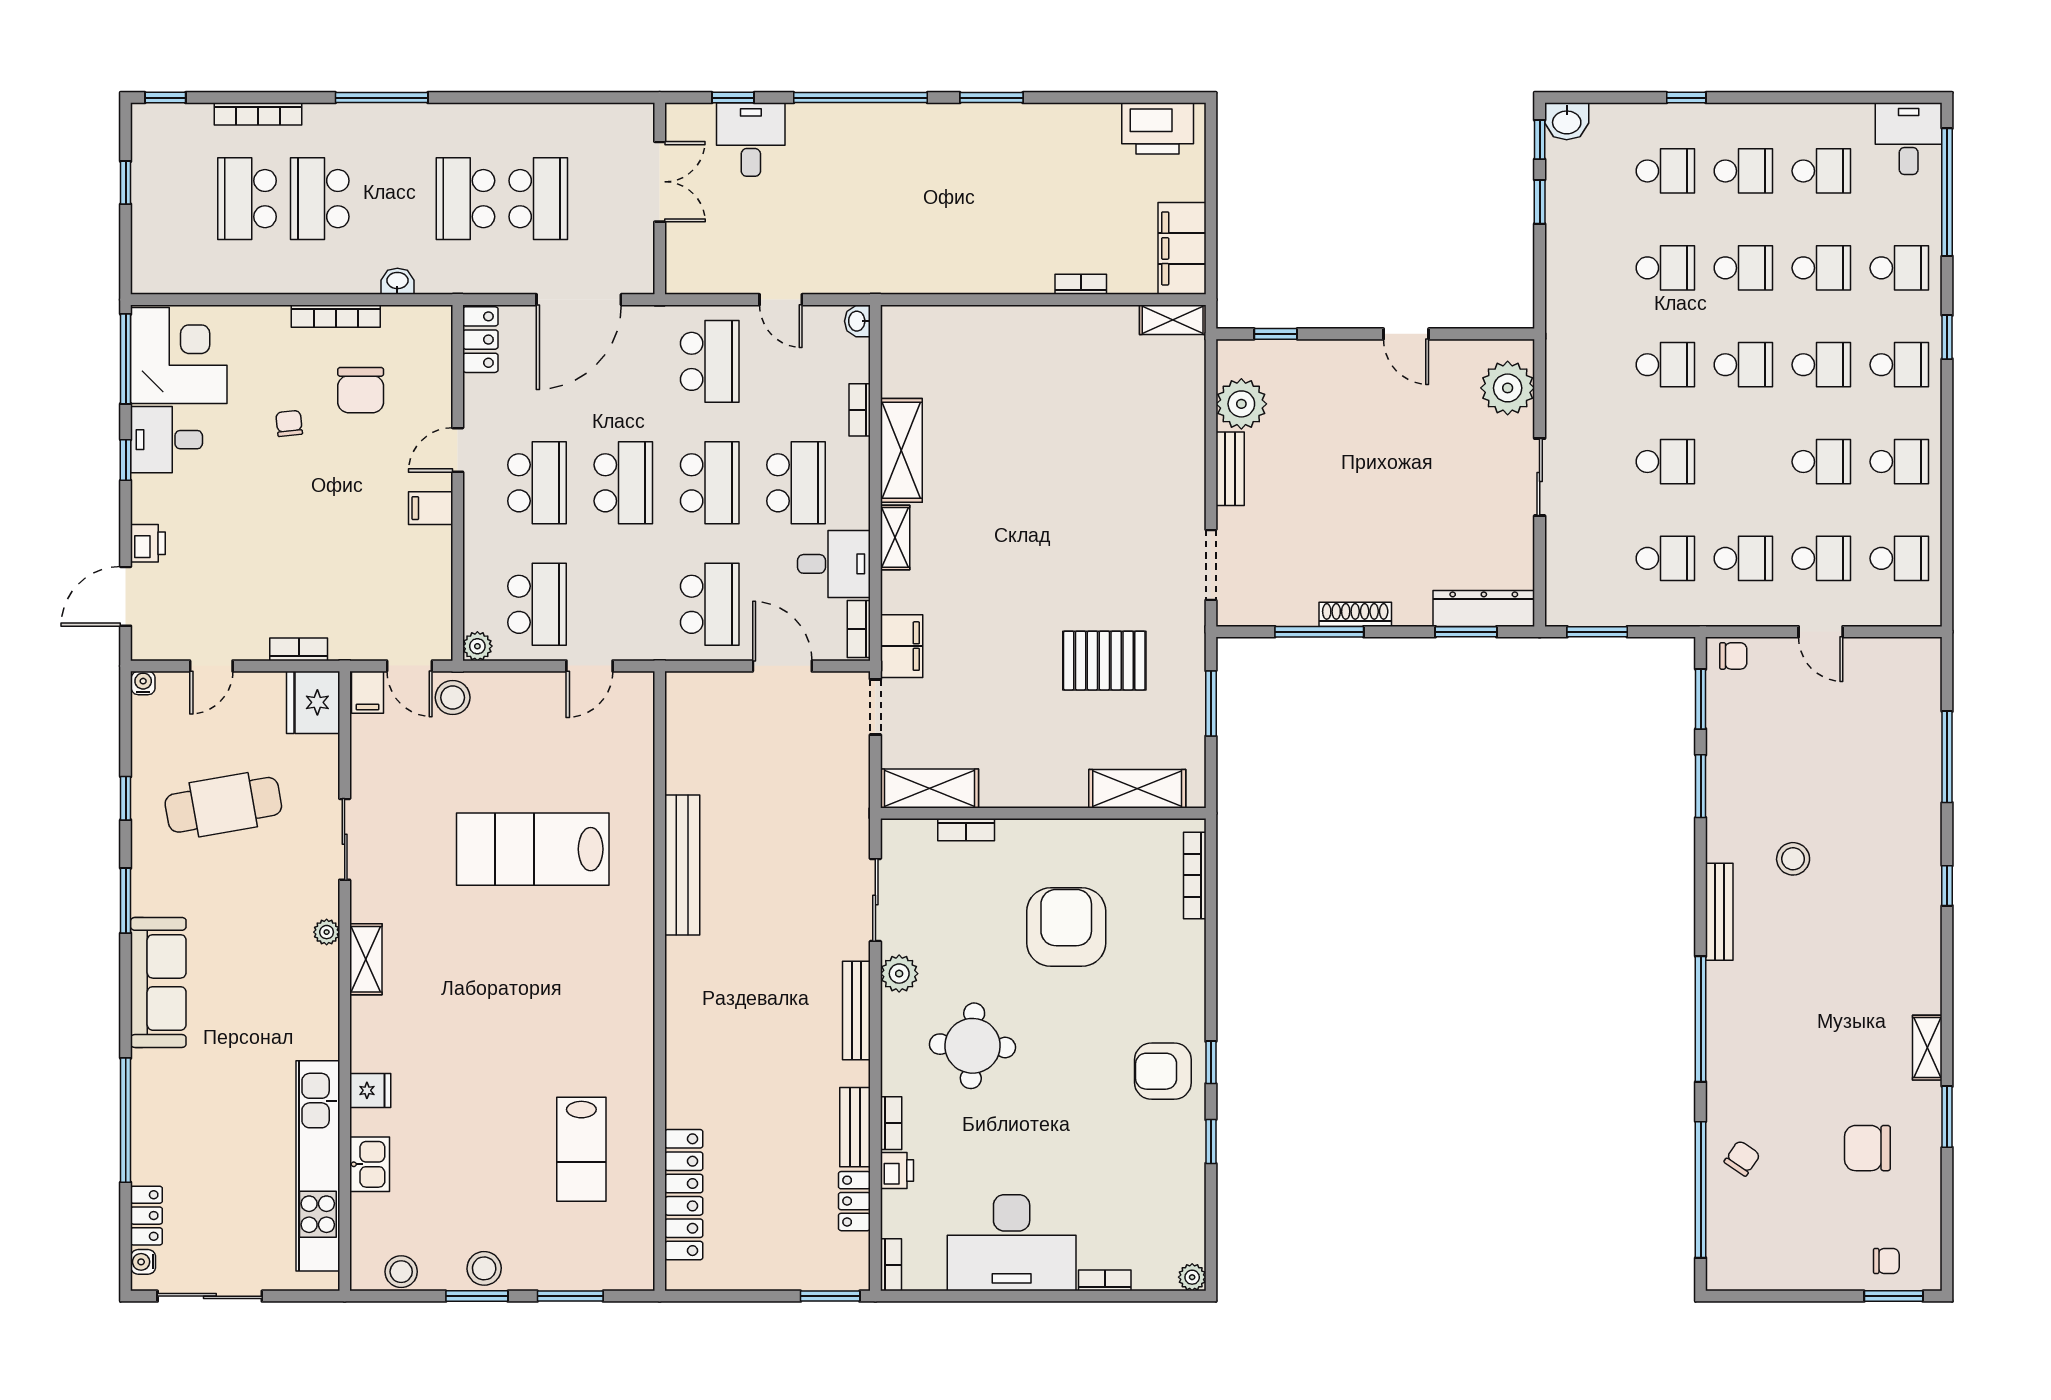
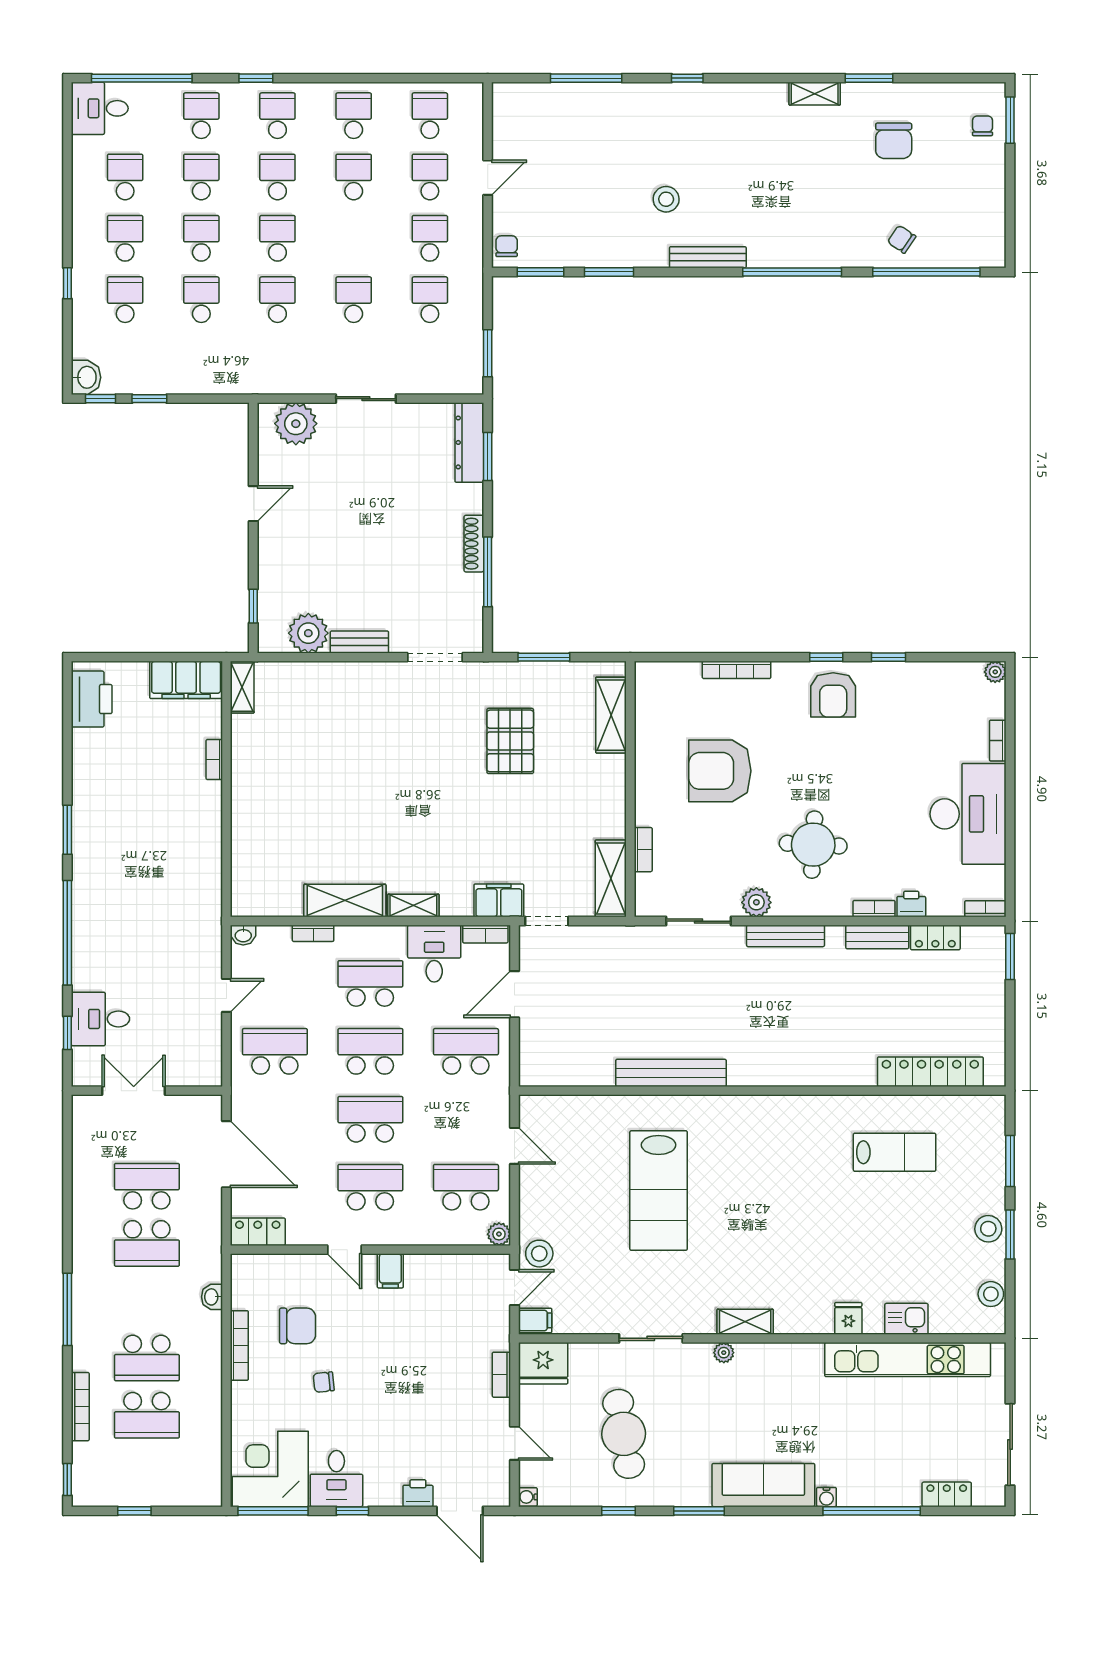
bookcase: (1195, 875) -> (737, 670), moved
water cooler: (143, 1262) -> (826, 1497), moved

